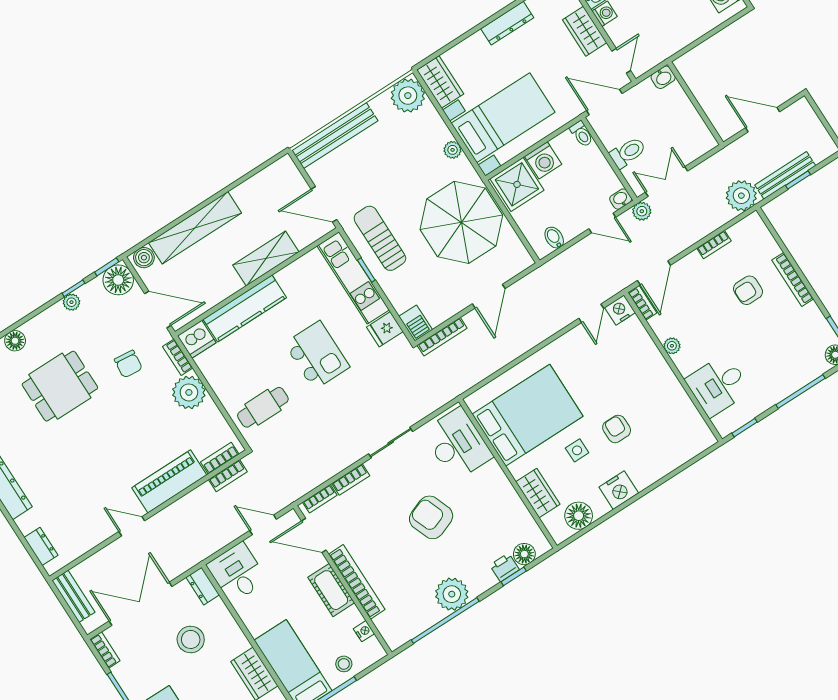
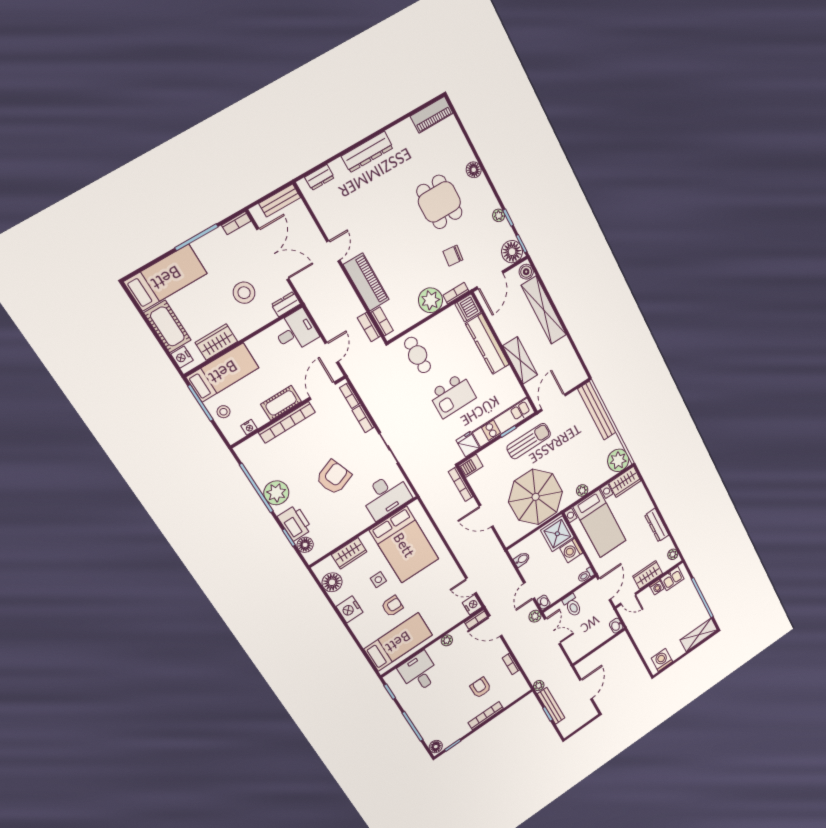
plant: (741, 196) -> (539, 686), width x0.53, depth x0.53
bed: (670, 418) -> (398, 642), added
printer: (505, 567) -> (295, 523), width x1.87, depth x1.48

